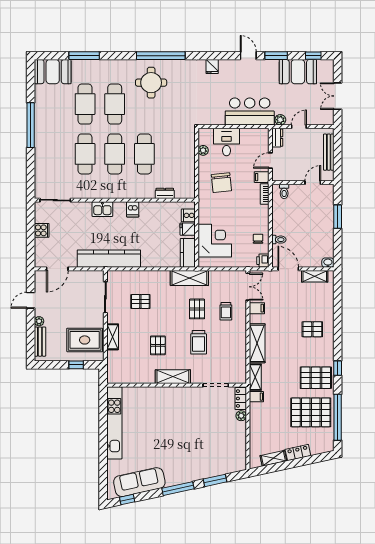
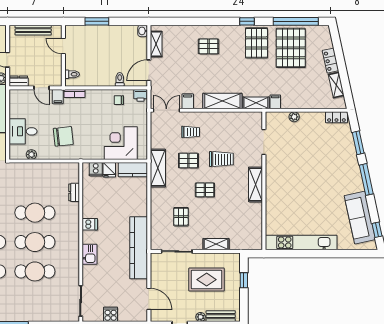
pallet: (312, 329) -> (208, 46), turned 90
rug: (85, 340) -> (207, 280), moved, turned 90
pallet: (158, 345) -> (205, 190), moved
locker: (241, 399) -> (336, 117), moved

